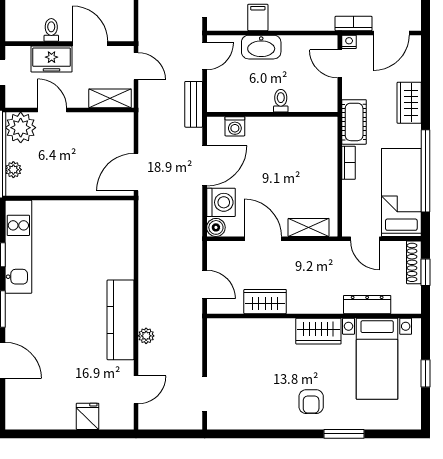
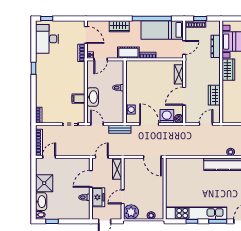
kitchen unit: (18, 247) -> (196, 213), width x1.36

